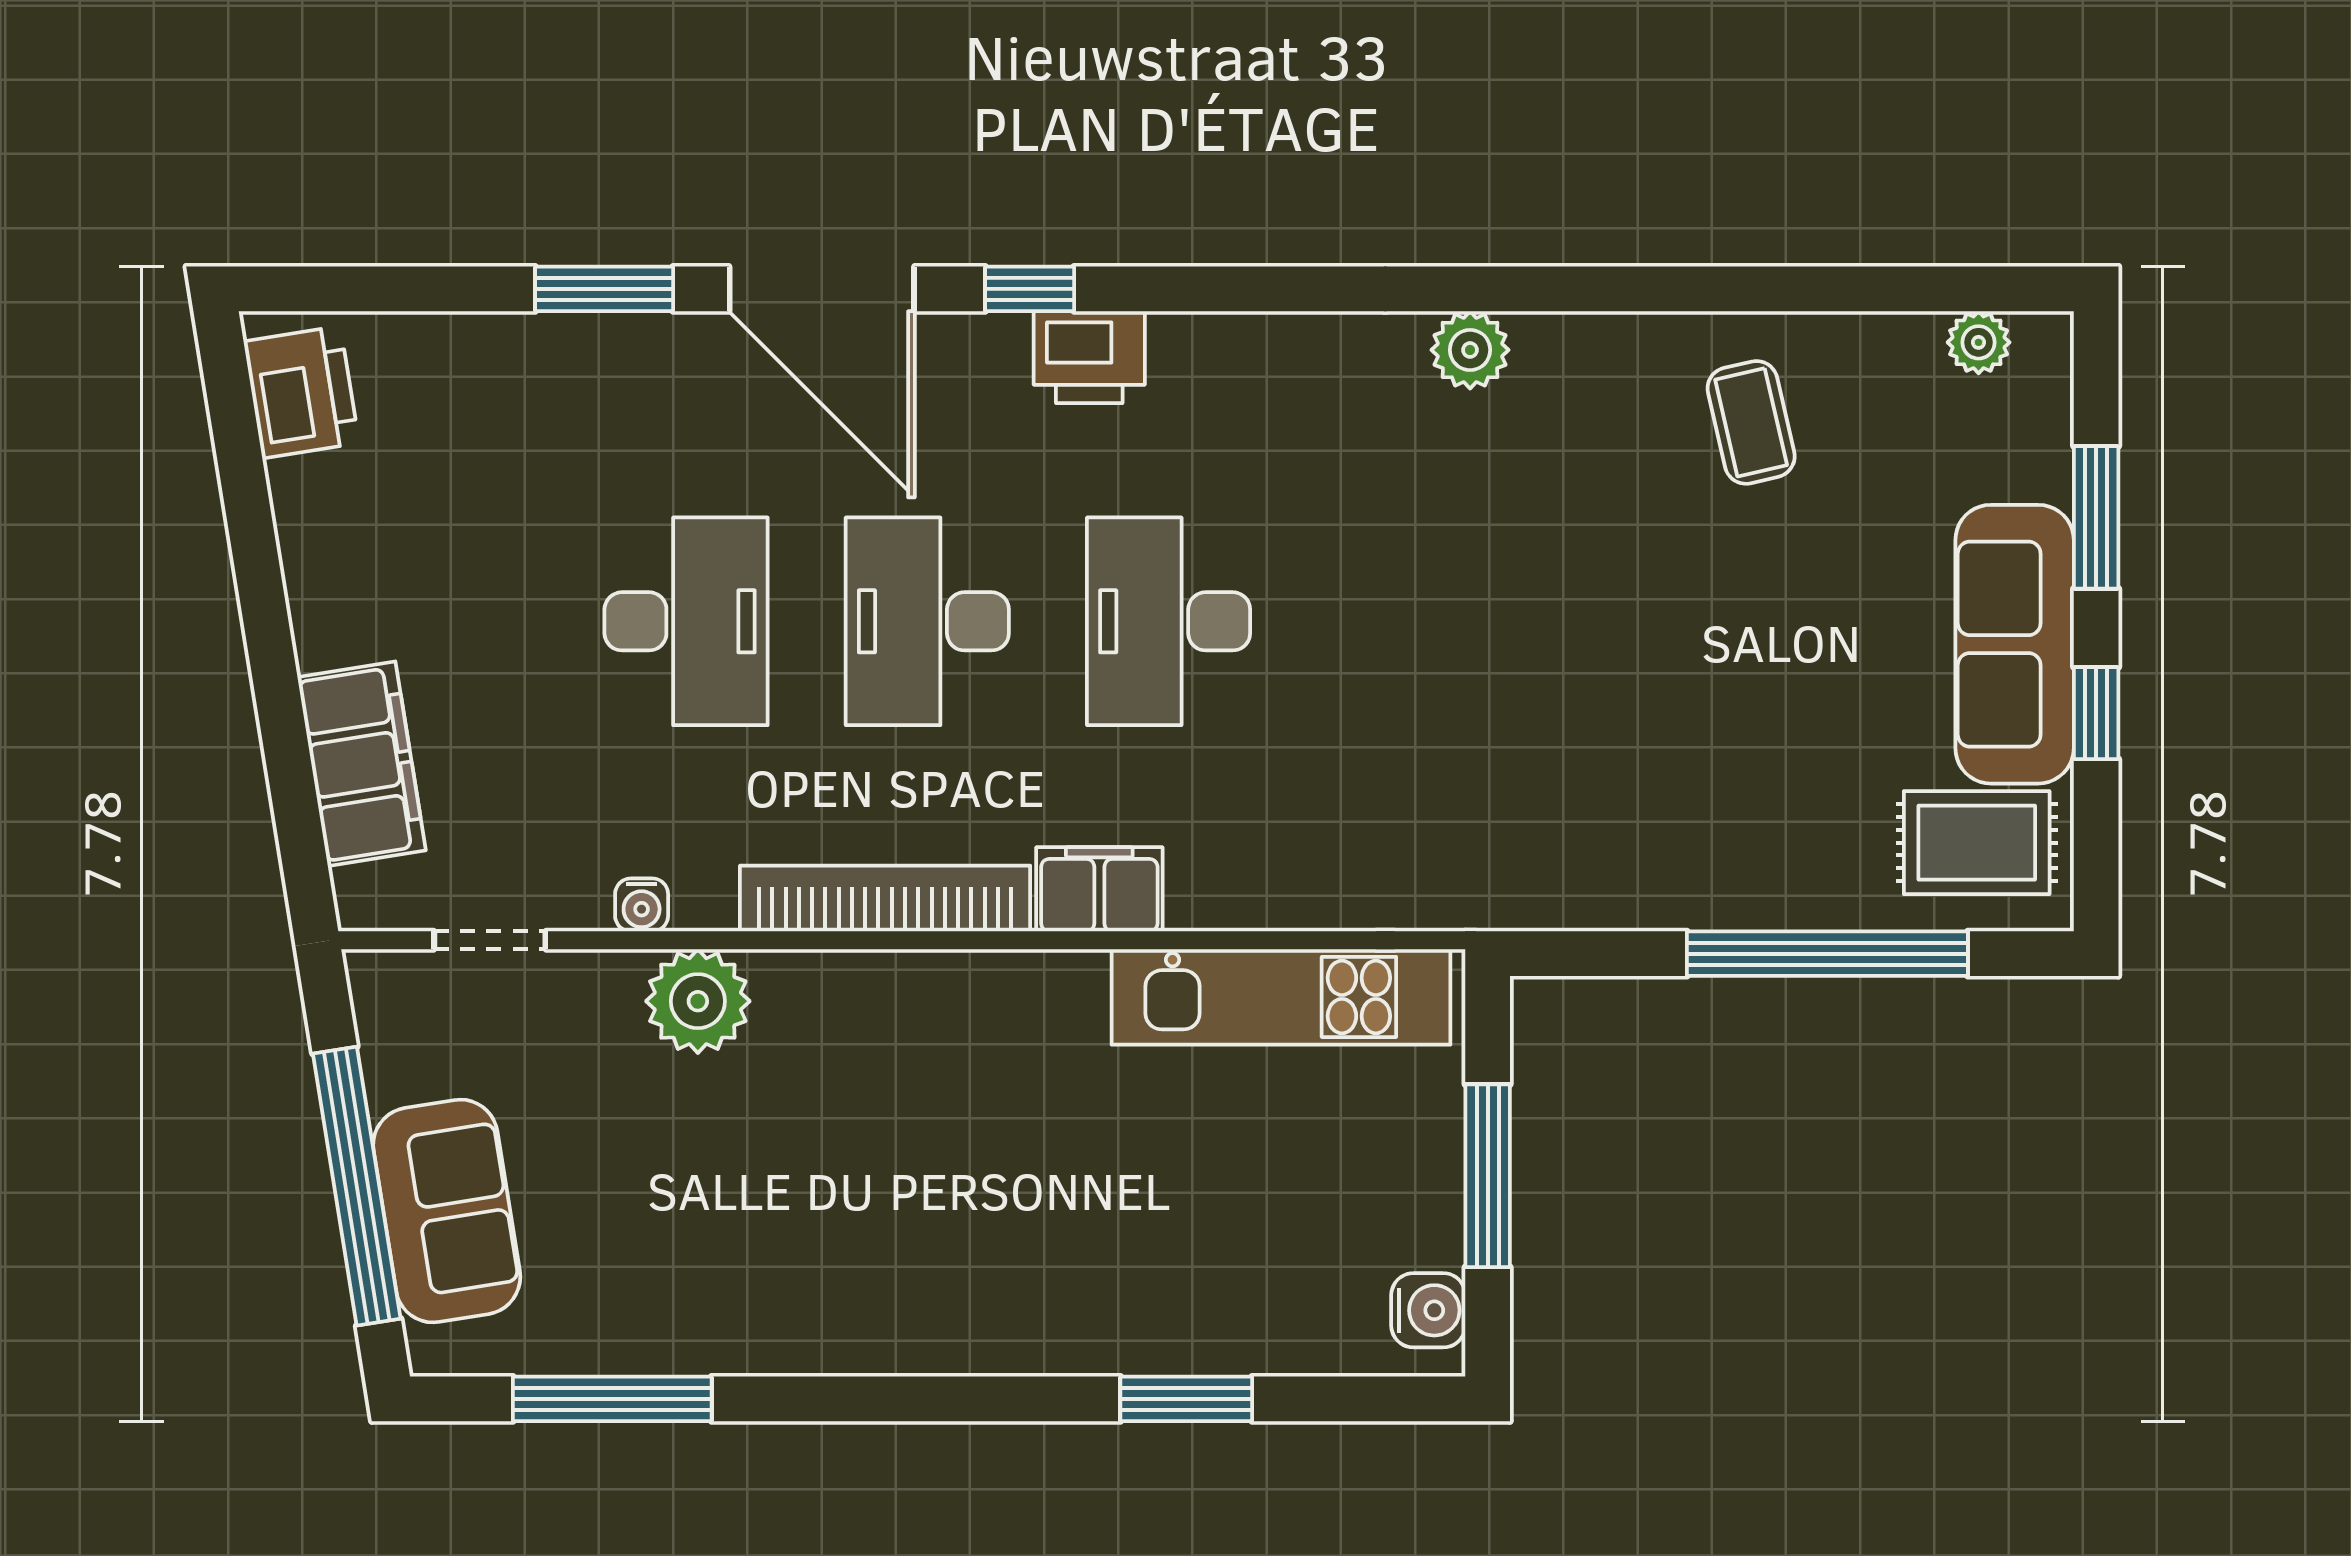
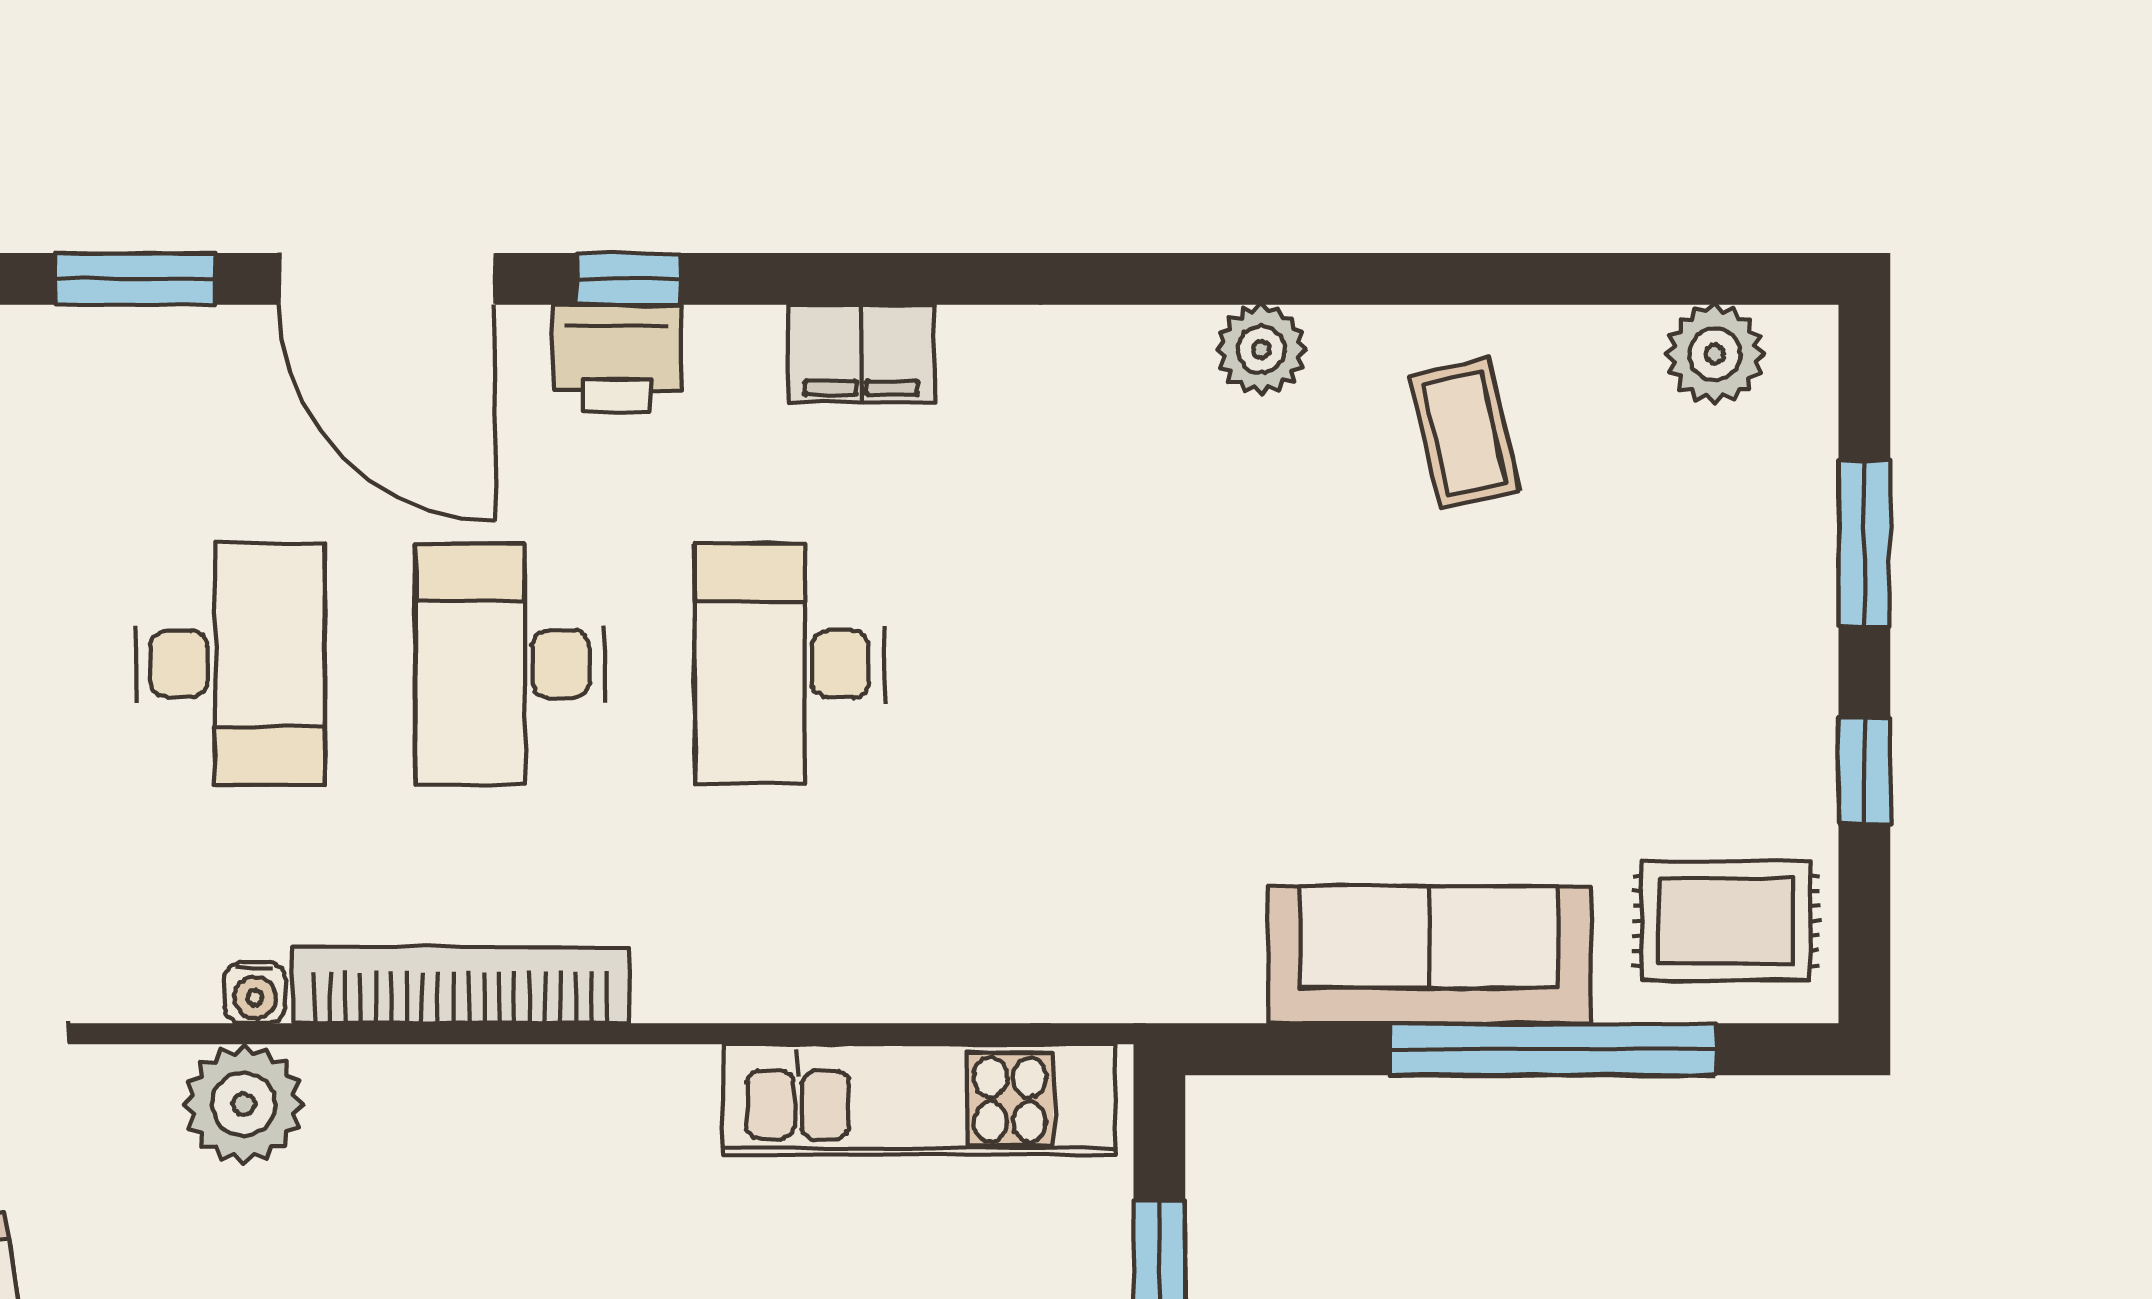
plant: (1979, 342) -> (1715, 354), width x1.38, depth x1.38
plant: (1470, 350) -> (1261, 350), moved
printer: (1089, 357) -> (617, 358), moved
sofa: (2015, 644) -> (1429, 955), moved, turned 90
filing cabinet: (1099, 889) -> (861, 353), moved, turned 180
water cooler: (642, 905) -> (255, 993), moved

